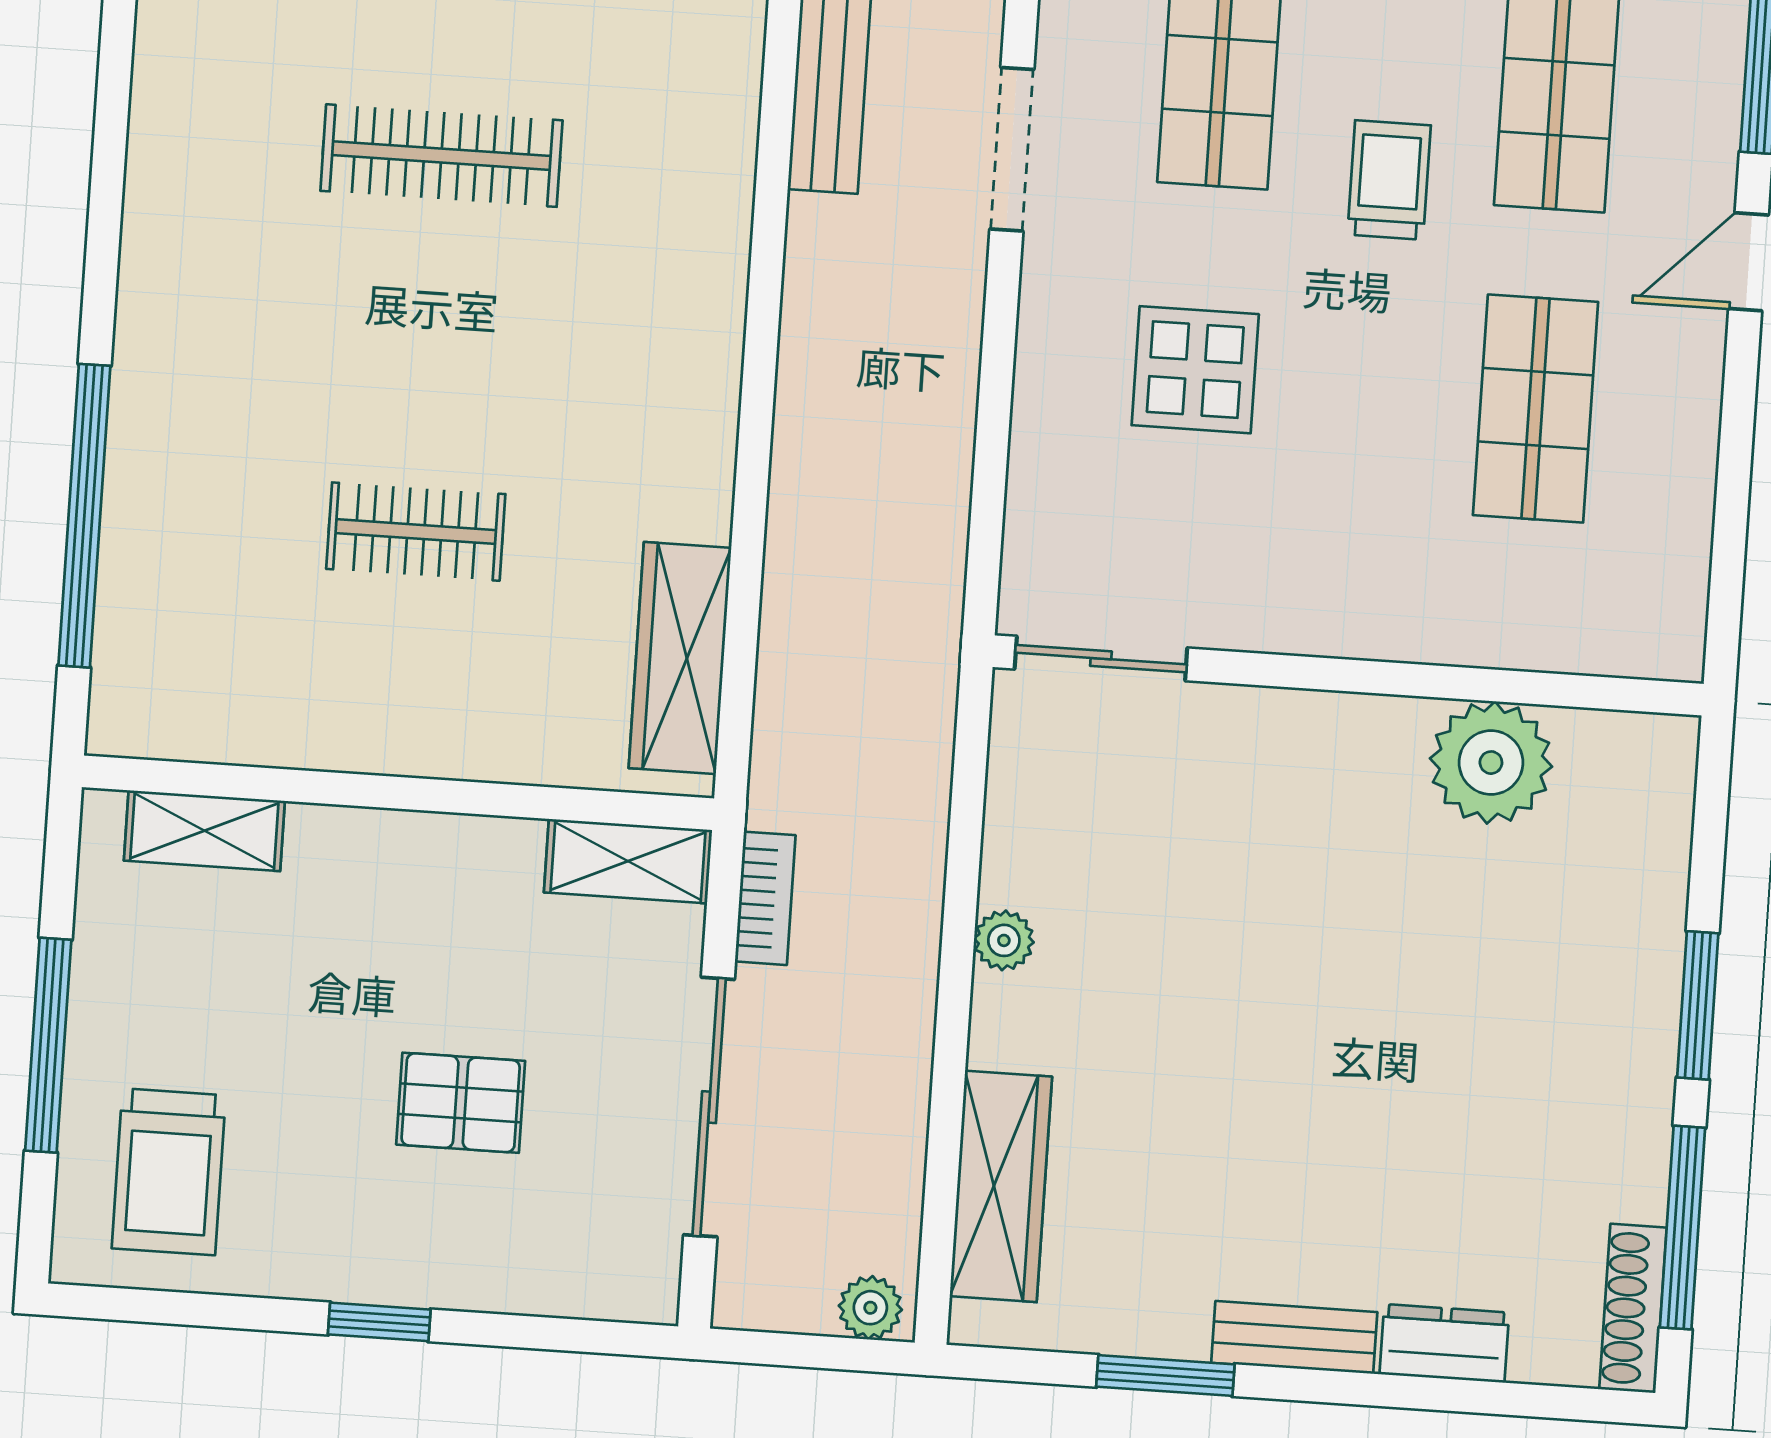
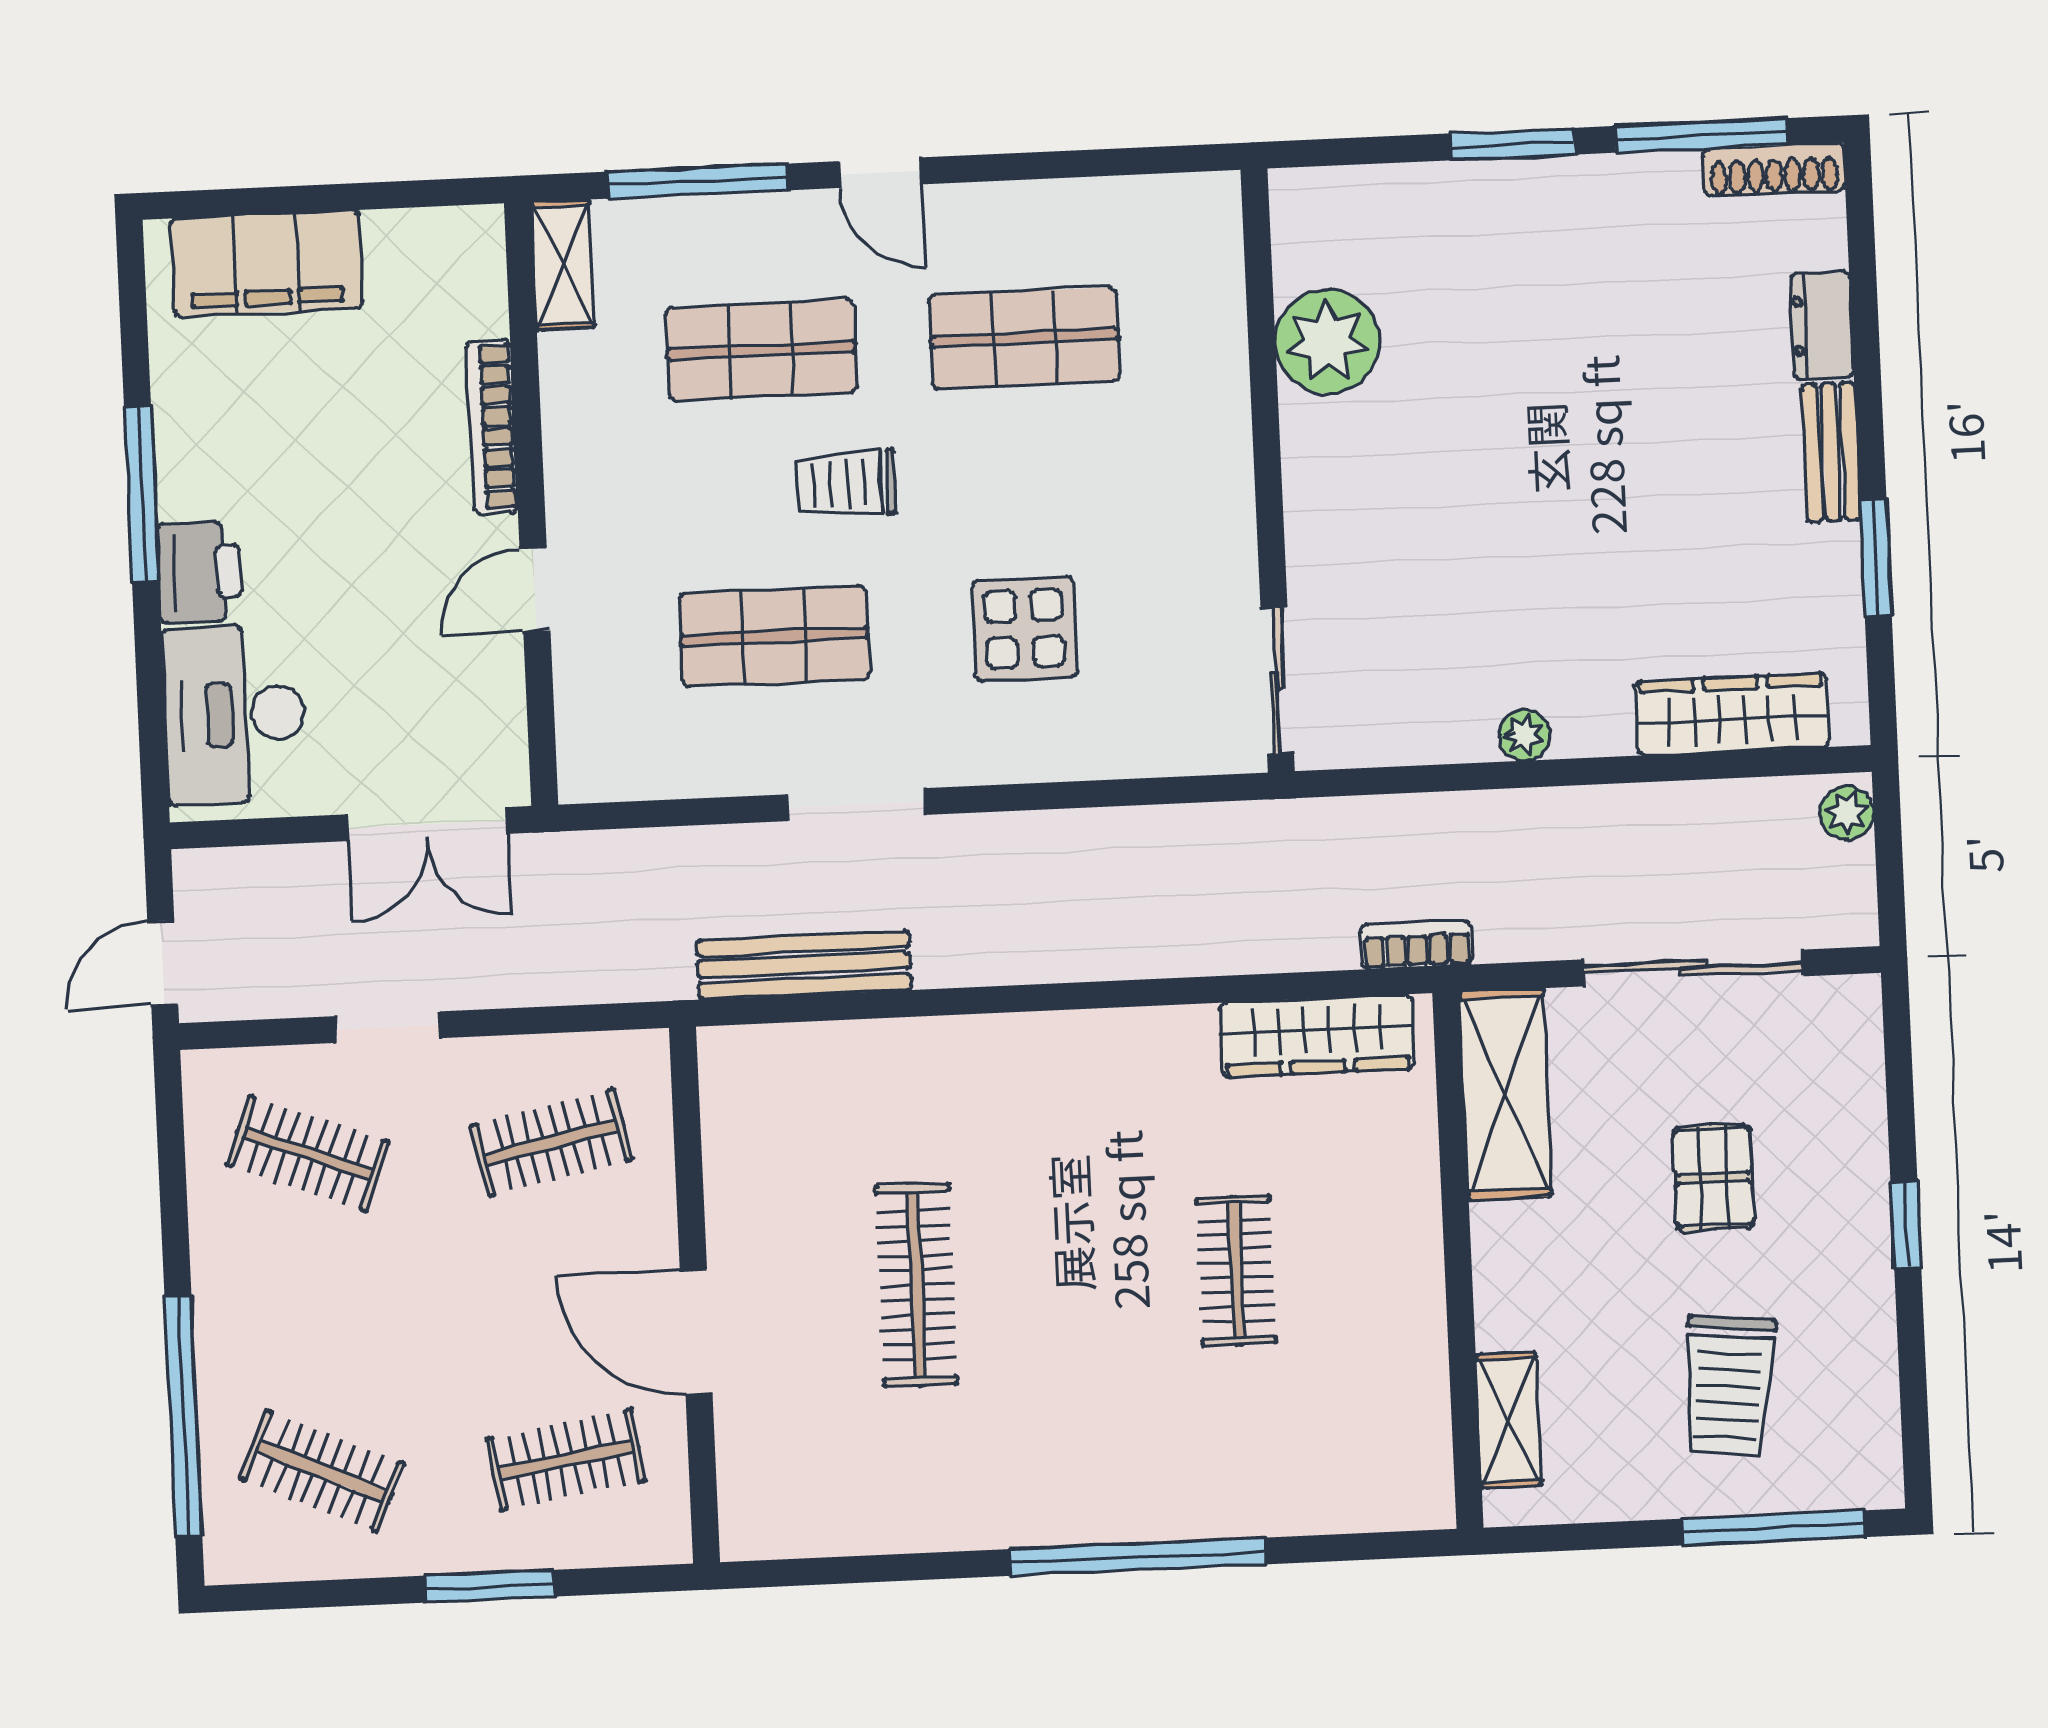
window: (84, 516) -> (1137, 1557), moved
shelving: (628, 861) -> (1505, 1094), width x1.50, depth x1.33
bookcase: (765, 898) -> (1417, 945), moved
window: (48, 1045) -> (1774, 1528), moved
trolley: (169, 1172) -> (1728, 1386), moved, turned 96

